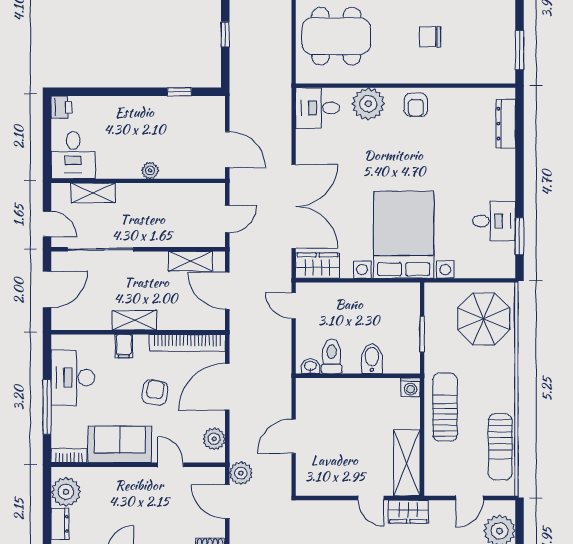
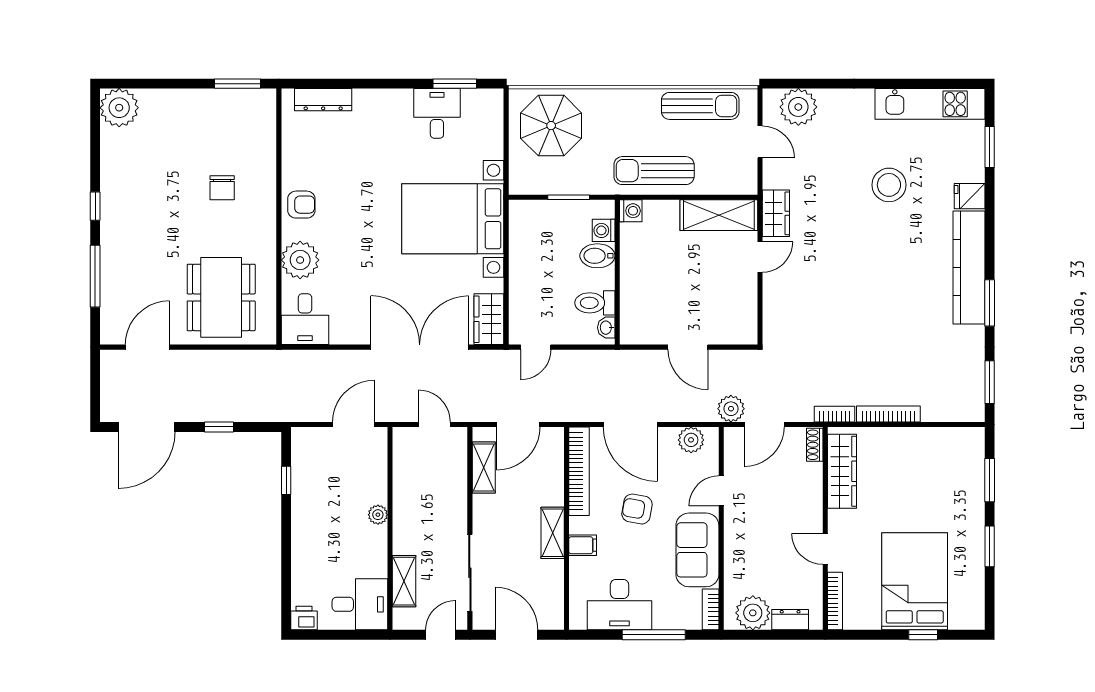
washing machine: (394, 364) -> (604, 230), added

